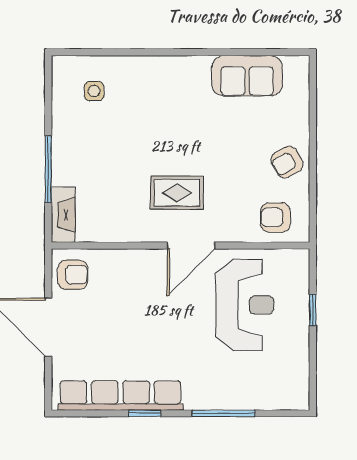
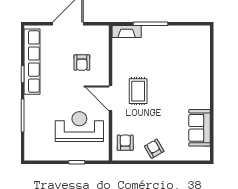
side table: (94, 91) -> (191, 48), removed
armchair: (73, 275) -> (82, 63), moved
reception desk: (245, 305) -> (79, 127), turned 180

